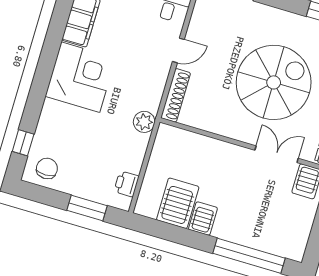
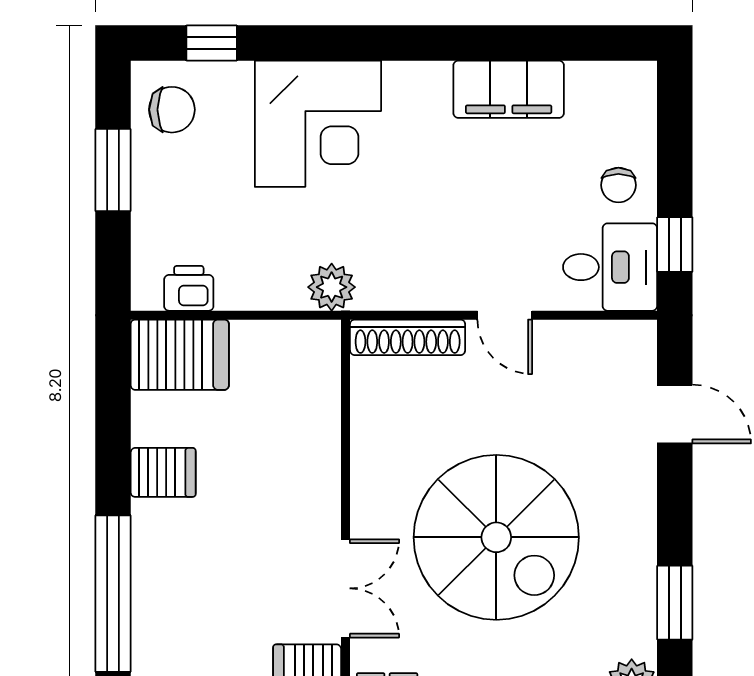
corner desk: (80, 77) -> (318, 124), moved
server rack: (178, 203) -> (180, 355), moved
window: (87, 208) -> (113, 170), moved

